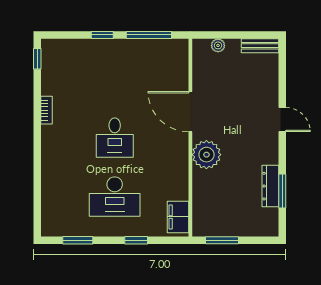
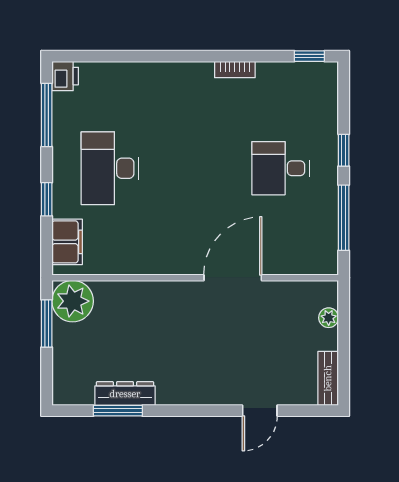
door: (282, 120) -> (260, 411), moved
desk: (115, 138) -> (281, 168), moved
plant: (206, 155) -> (73, 301), moved
filing cabinet: (178, 217) -> (67, 242), moved, turned 90
printer: (51, 227) -> (65, 76), added
window: (78, 240) -> (47, 115), width x1.44

